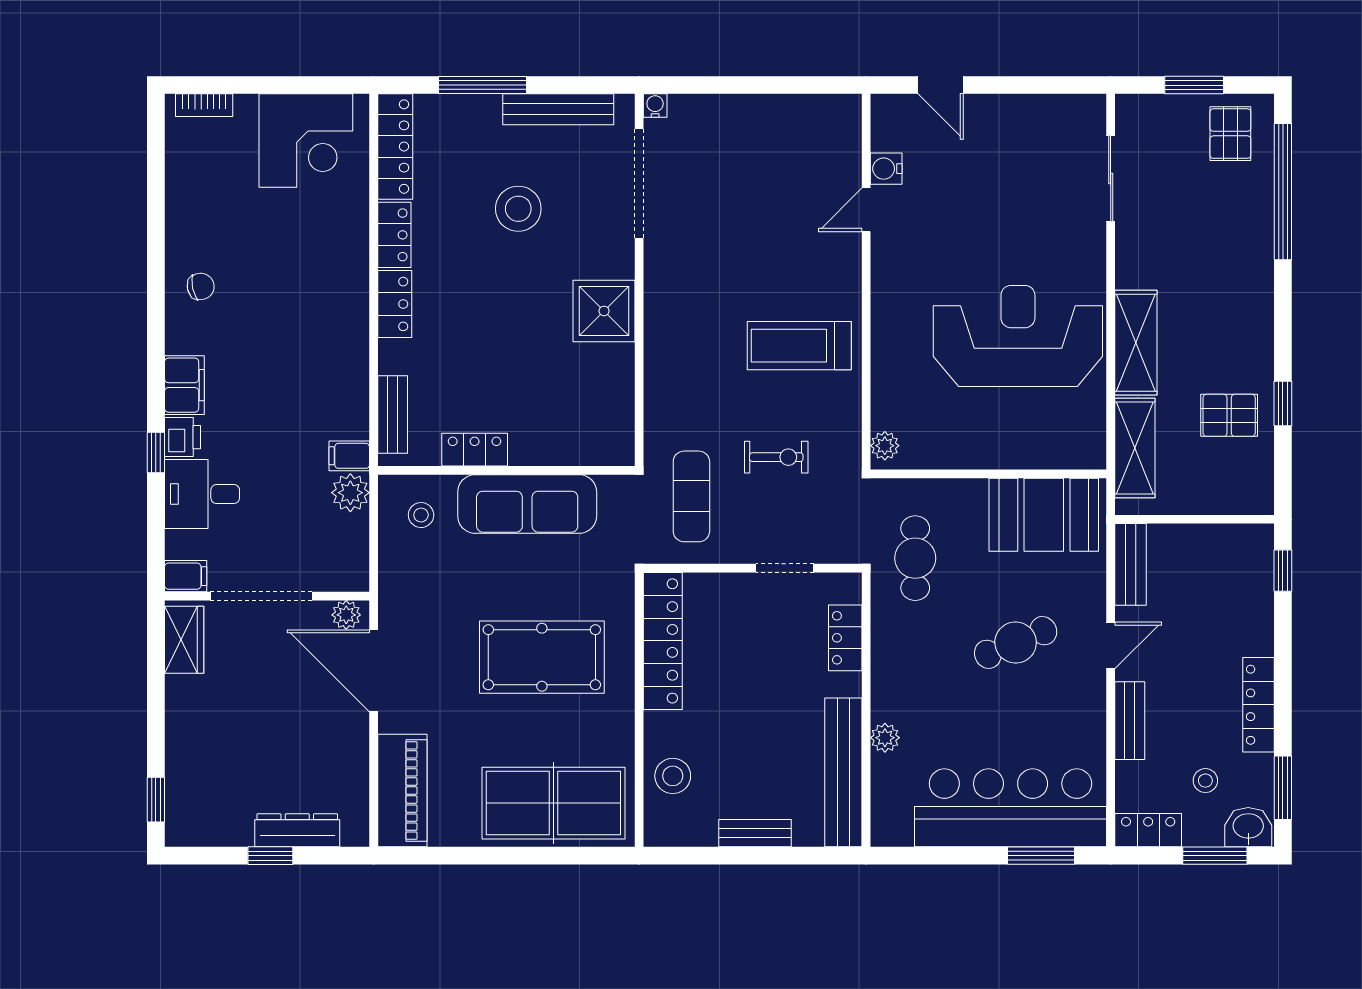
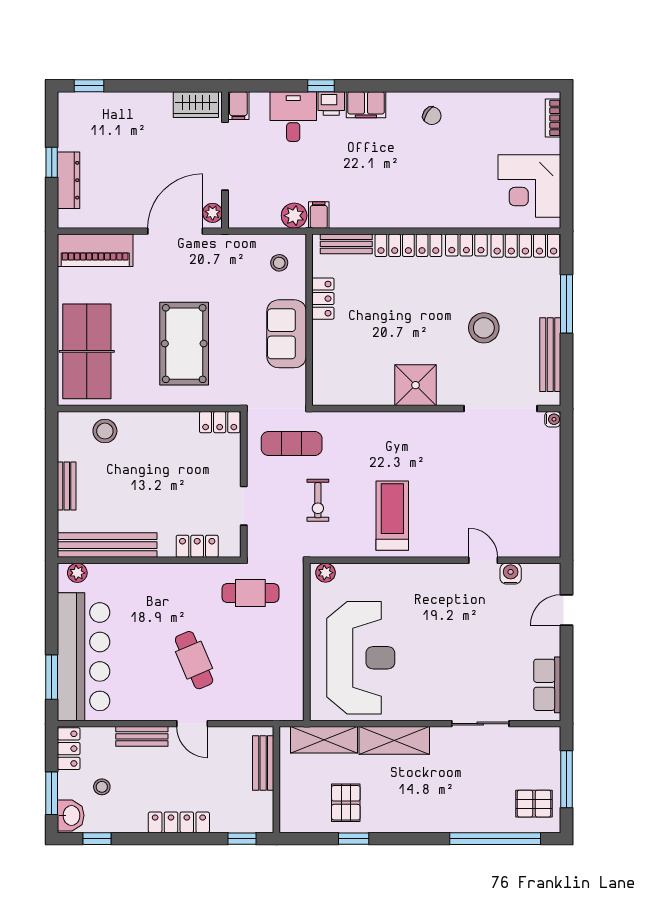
window: (1194, 85) -> (566, 779), width x1.44
row of seats: (1053, 114) -> (547, 685), added
sliding door: (1111, 179) -> (480, 724), moved
chair: (201, 286) -> (432, 116), turned -45
locker: (395, 304) -> (408, 245), width x1.53
reception desk: (1018, 336) -> (361, 658), moved
sofa: (527, 504) -> (287, 334), width x0.73
booth: (1044, 515) -> (279, 679), removed
bench: (1131, 564) -> (263, 763), moved, turned 90
locker: (663, 641) -> (220, 422), width x0.46, depth x0.83
locker: (1258, 705) -> (179, 822), moved
plant: (885, 738) -> (77, 573), moved
window: (1283, 788) -> (97, 839), width x0.67

